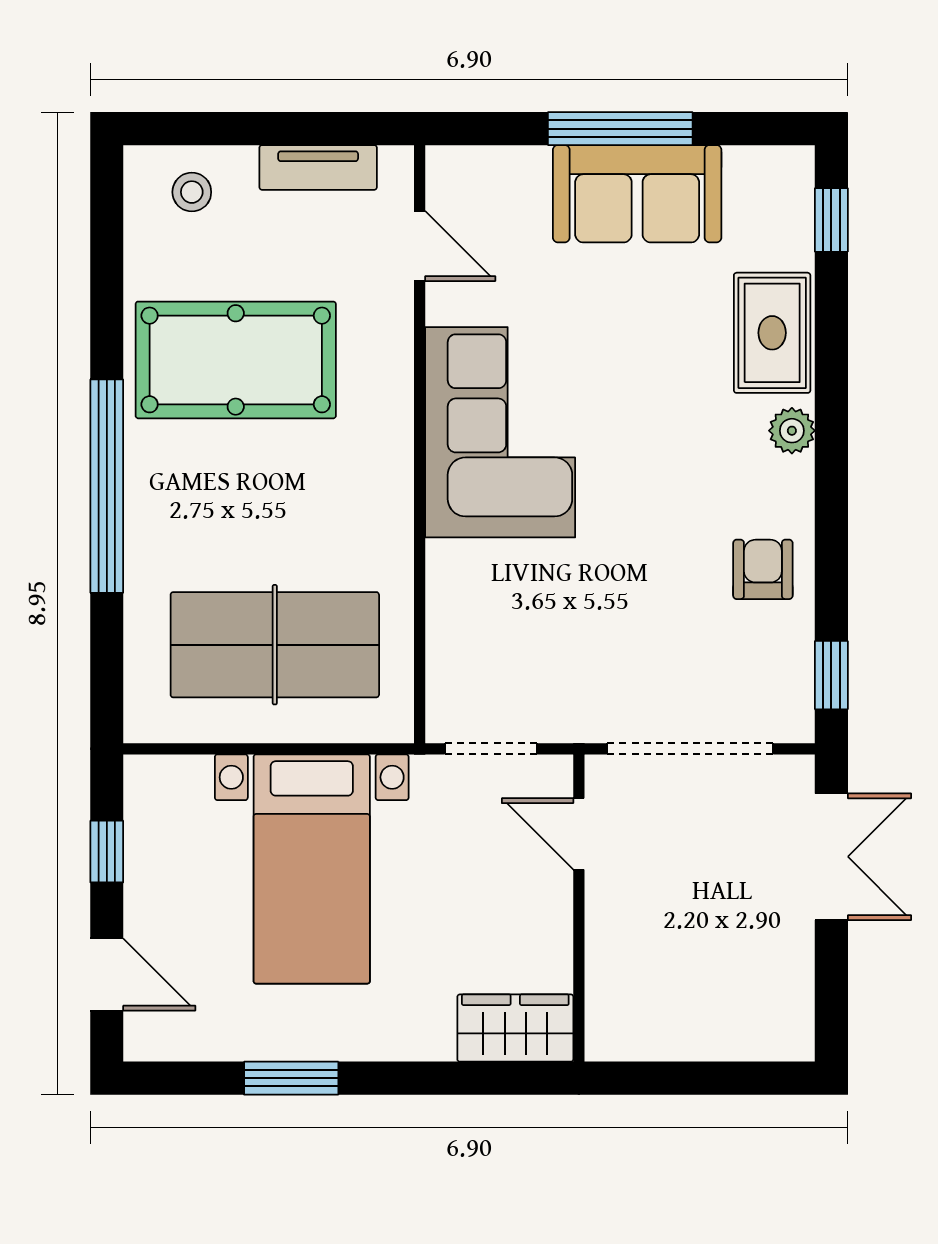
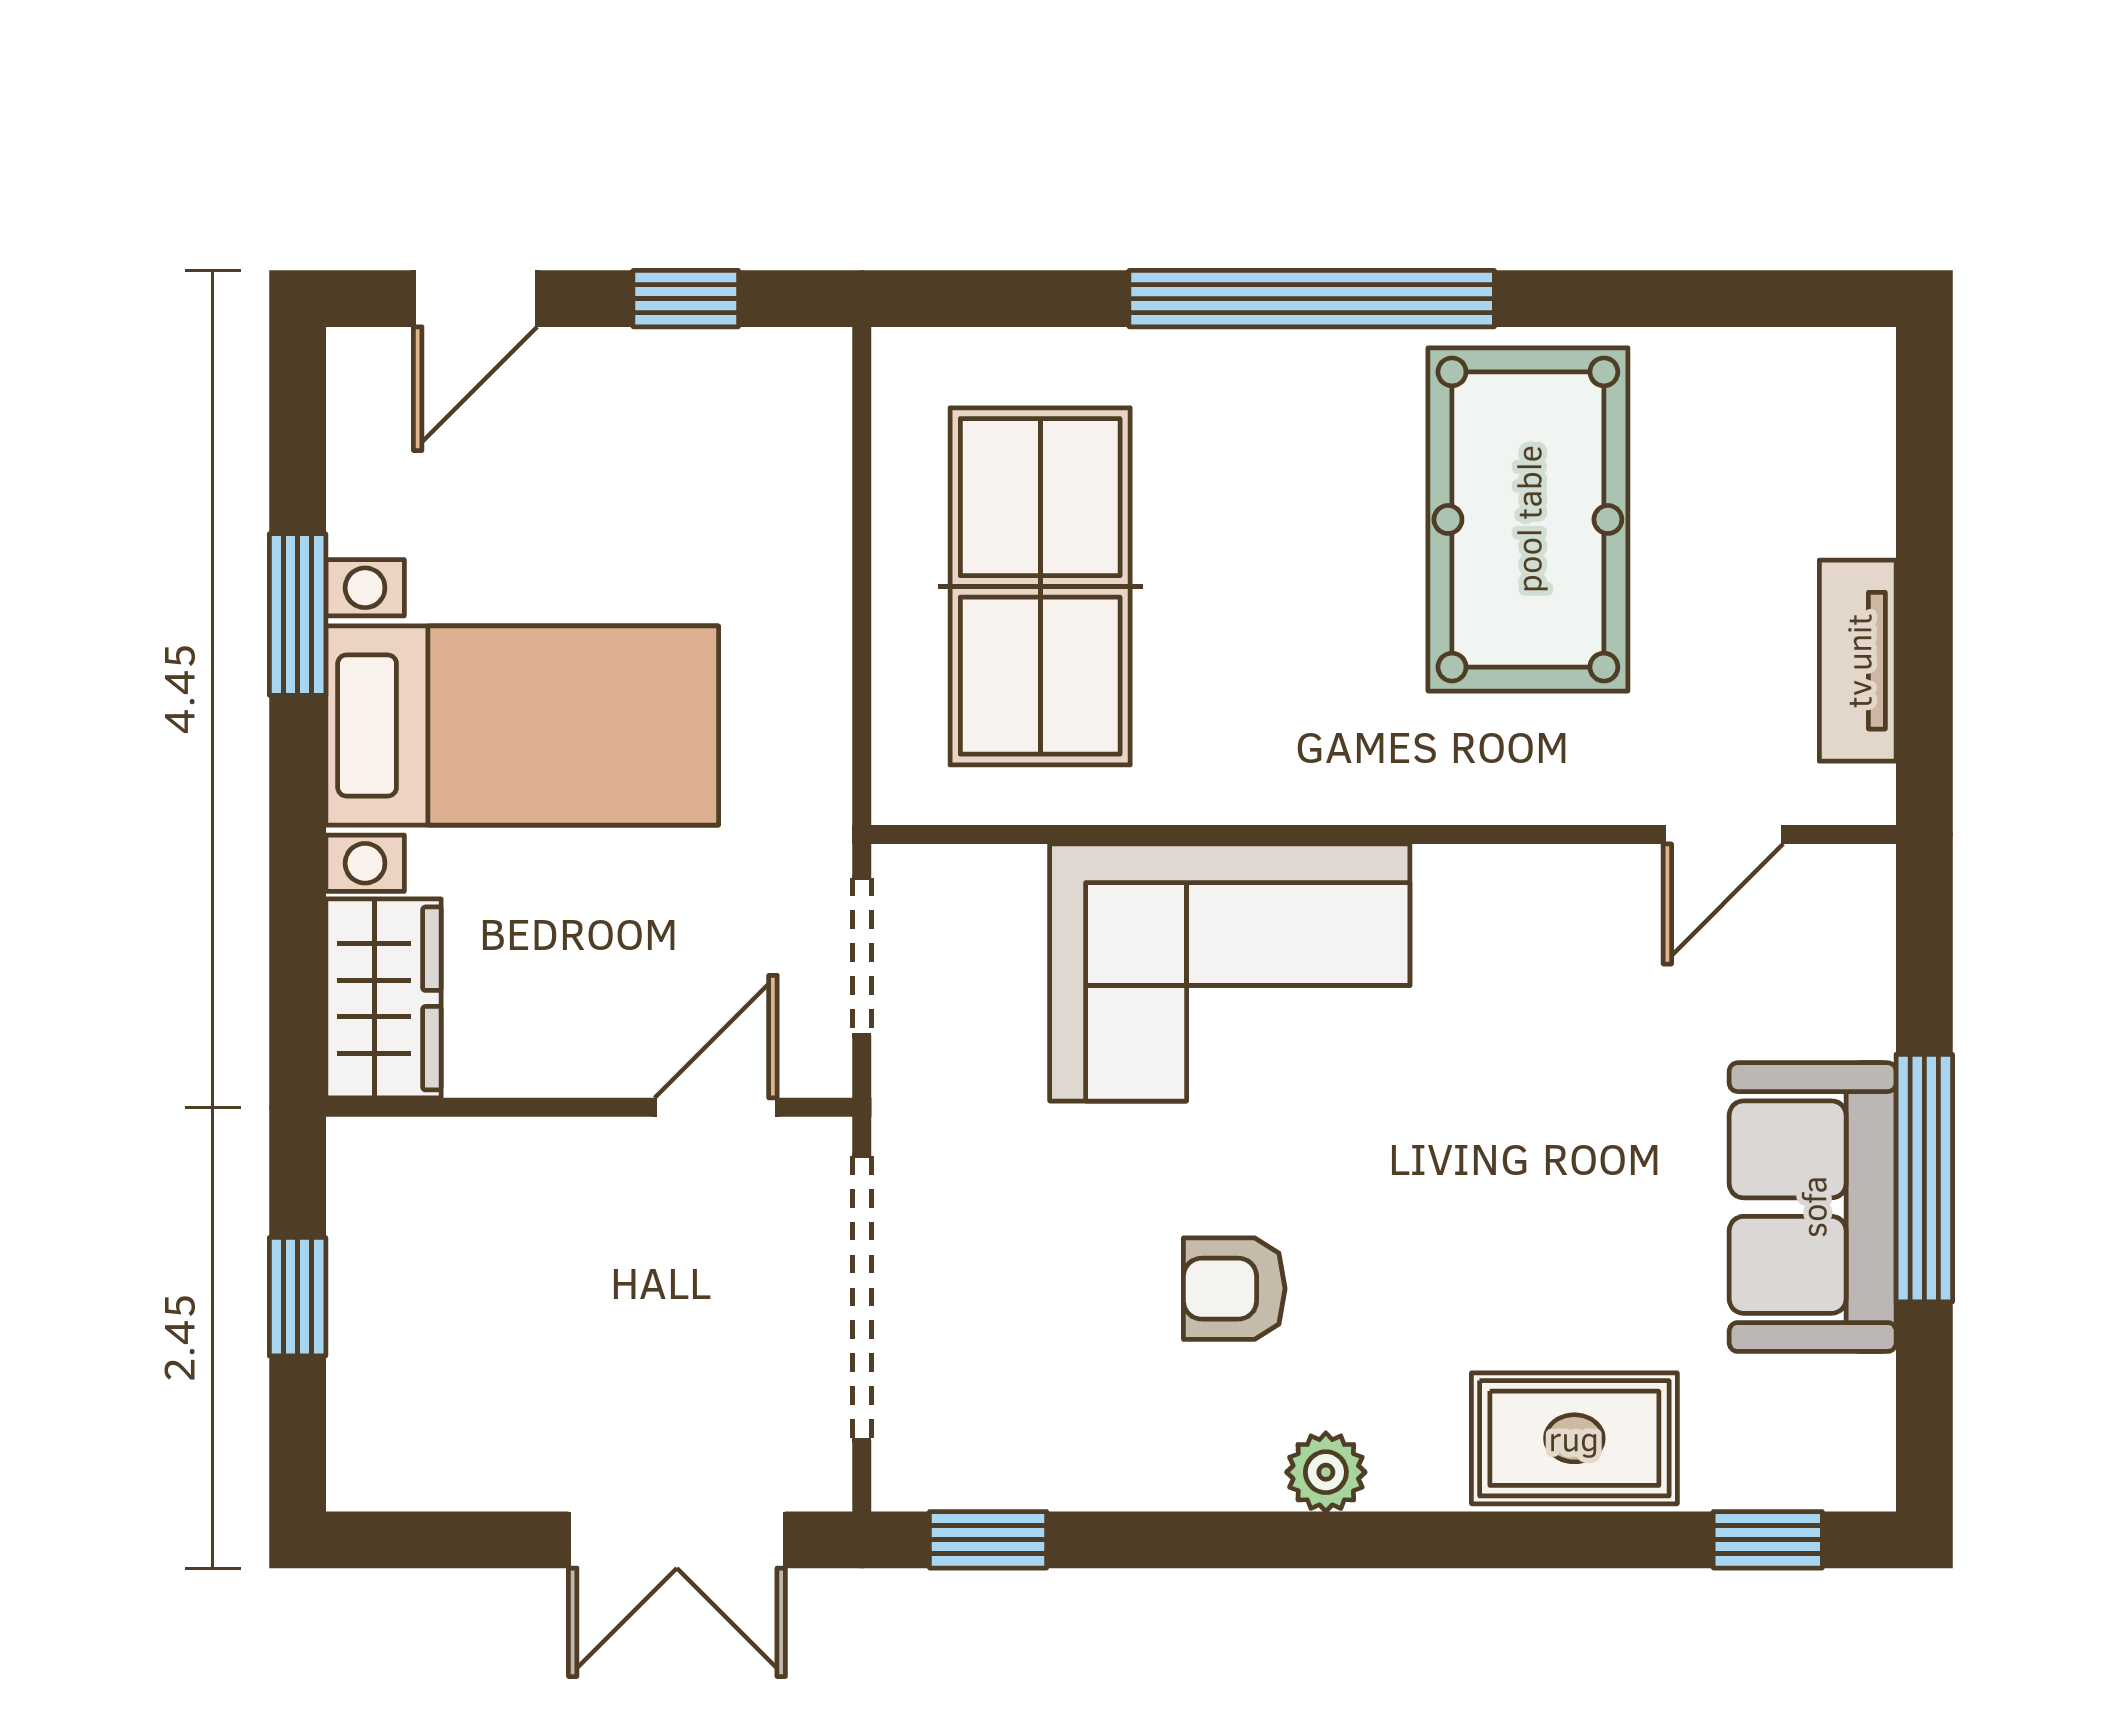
stool: (192, 192) -> (1816, 444), removed
plant: (792, 431) -> (1326, 1472), moved
corner sofa: (500, 432) -> (1230, 973), moved
armchair: (763, 569) -> (1234, 1289), moved, turned 180
bed with nightstands: (312, 869) -> (522, 726), moved, turned 180
window: (689, 1078) -> (298, 1297), added

